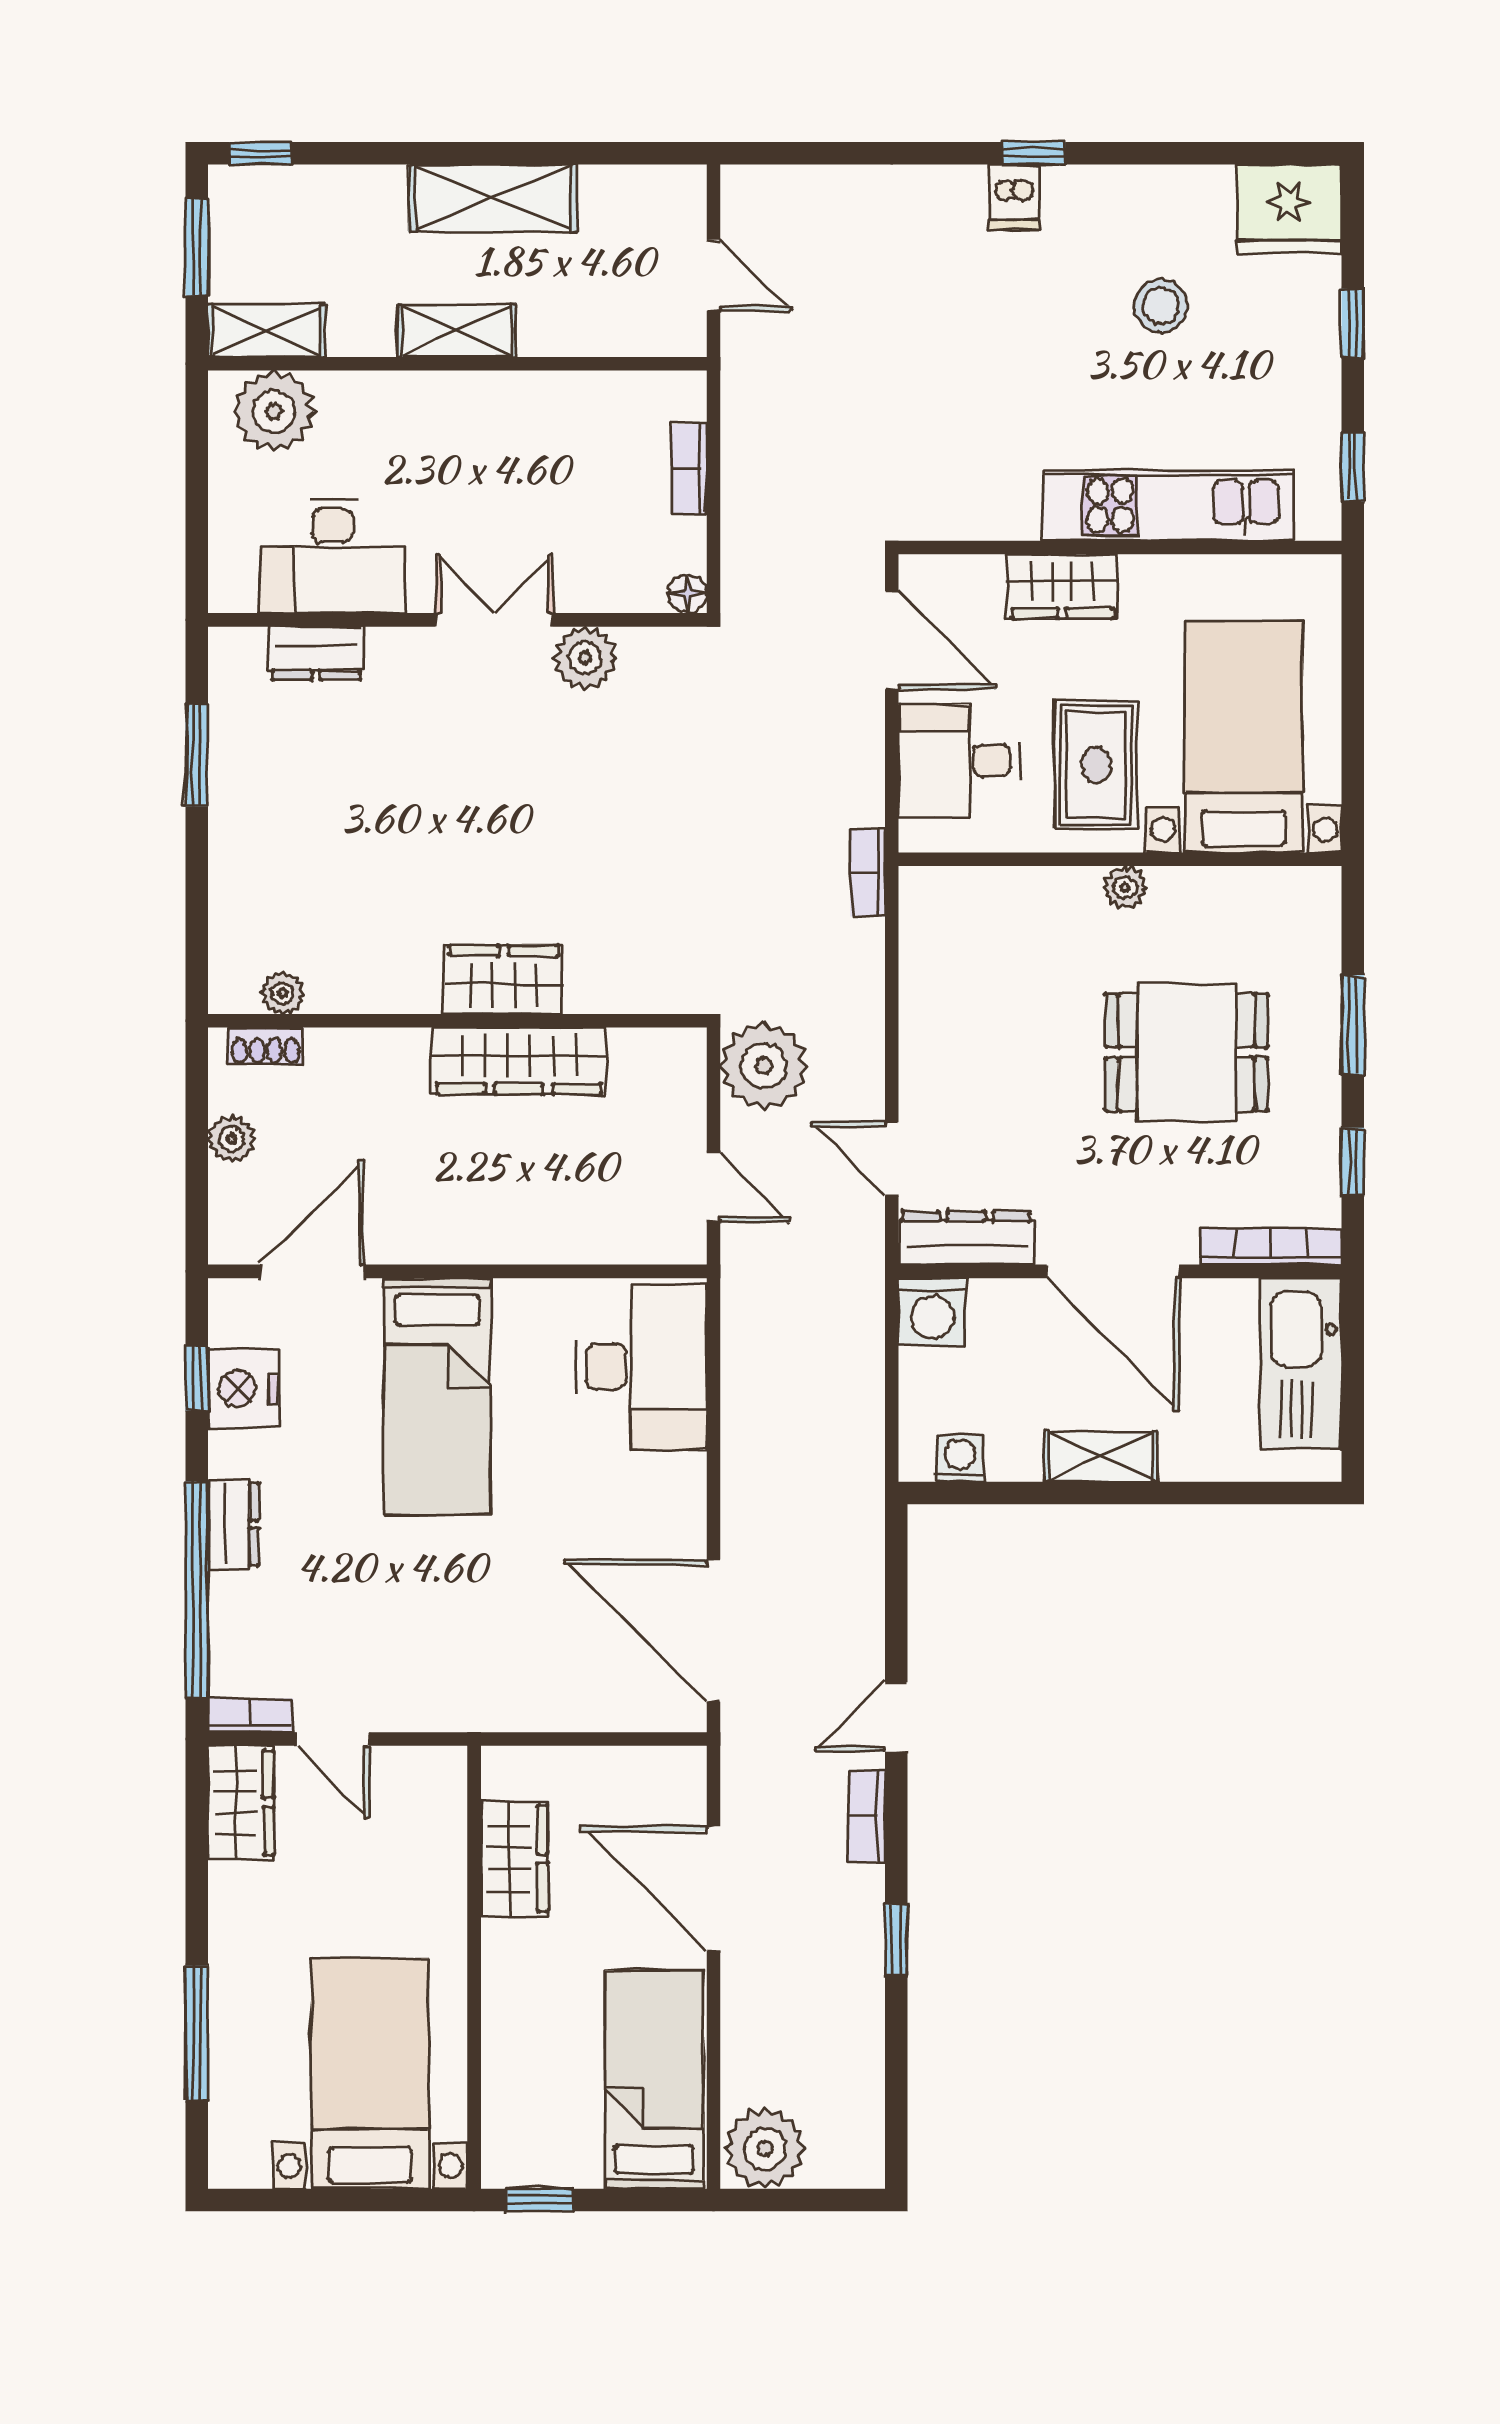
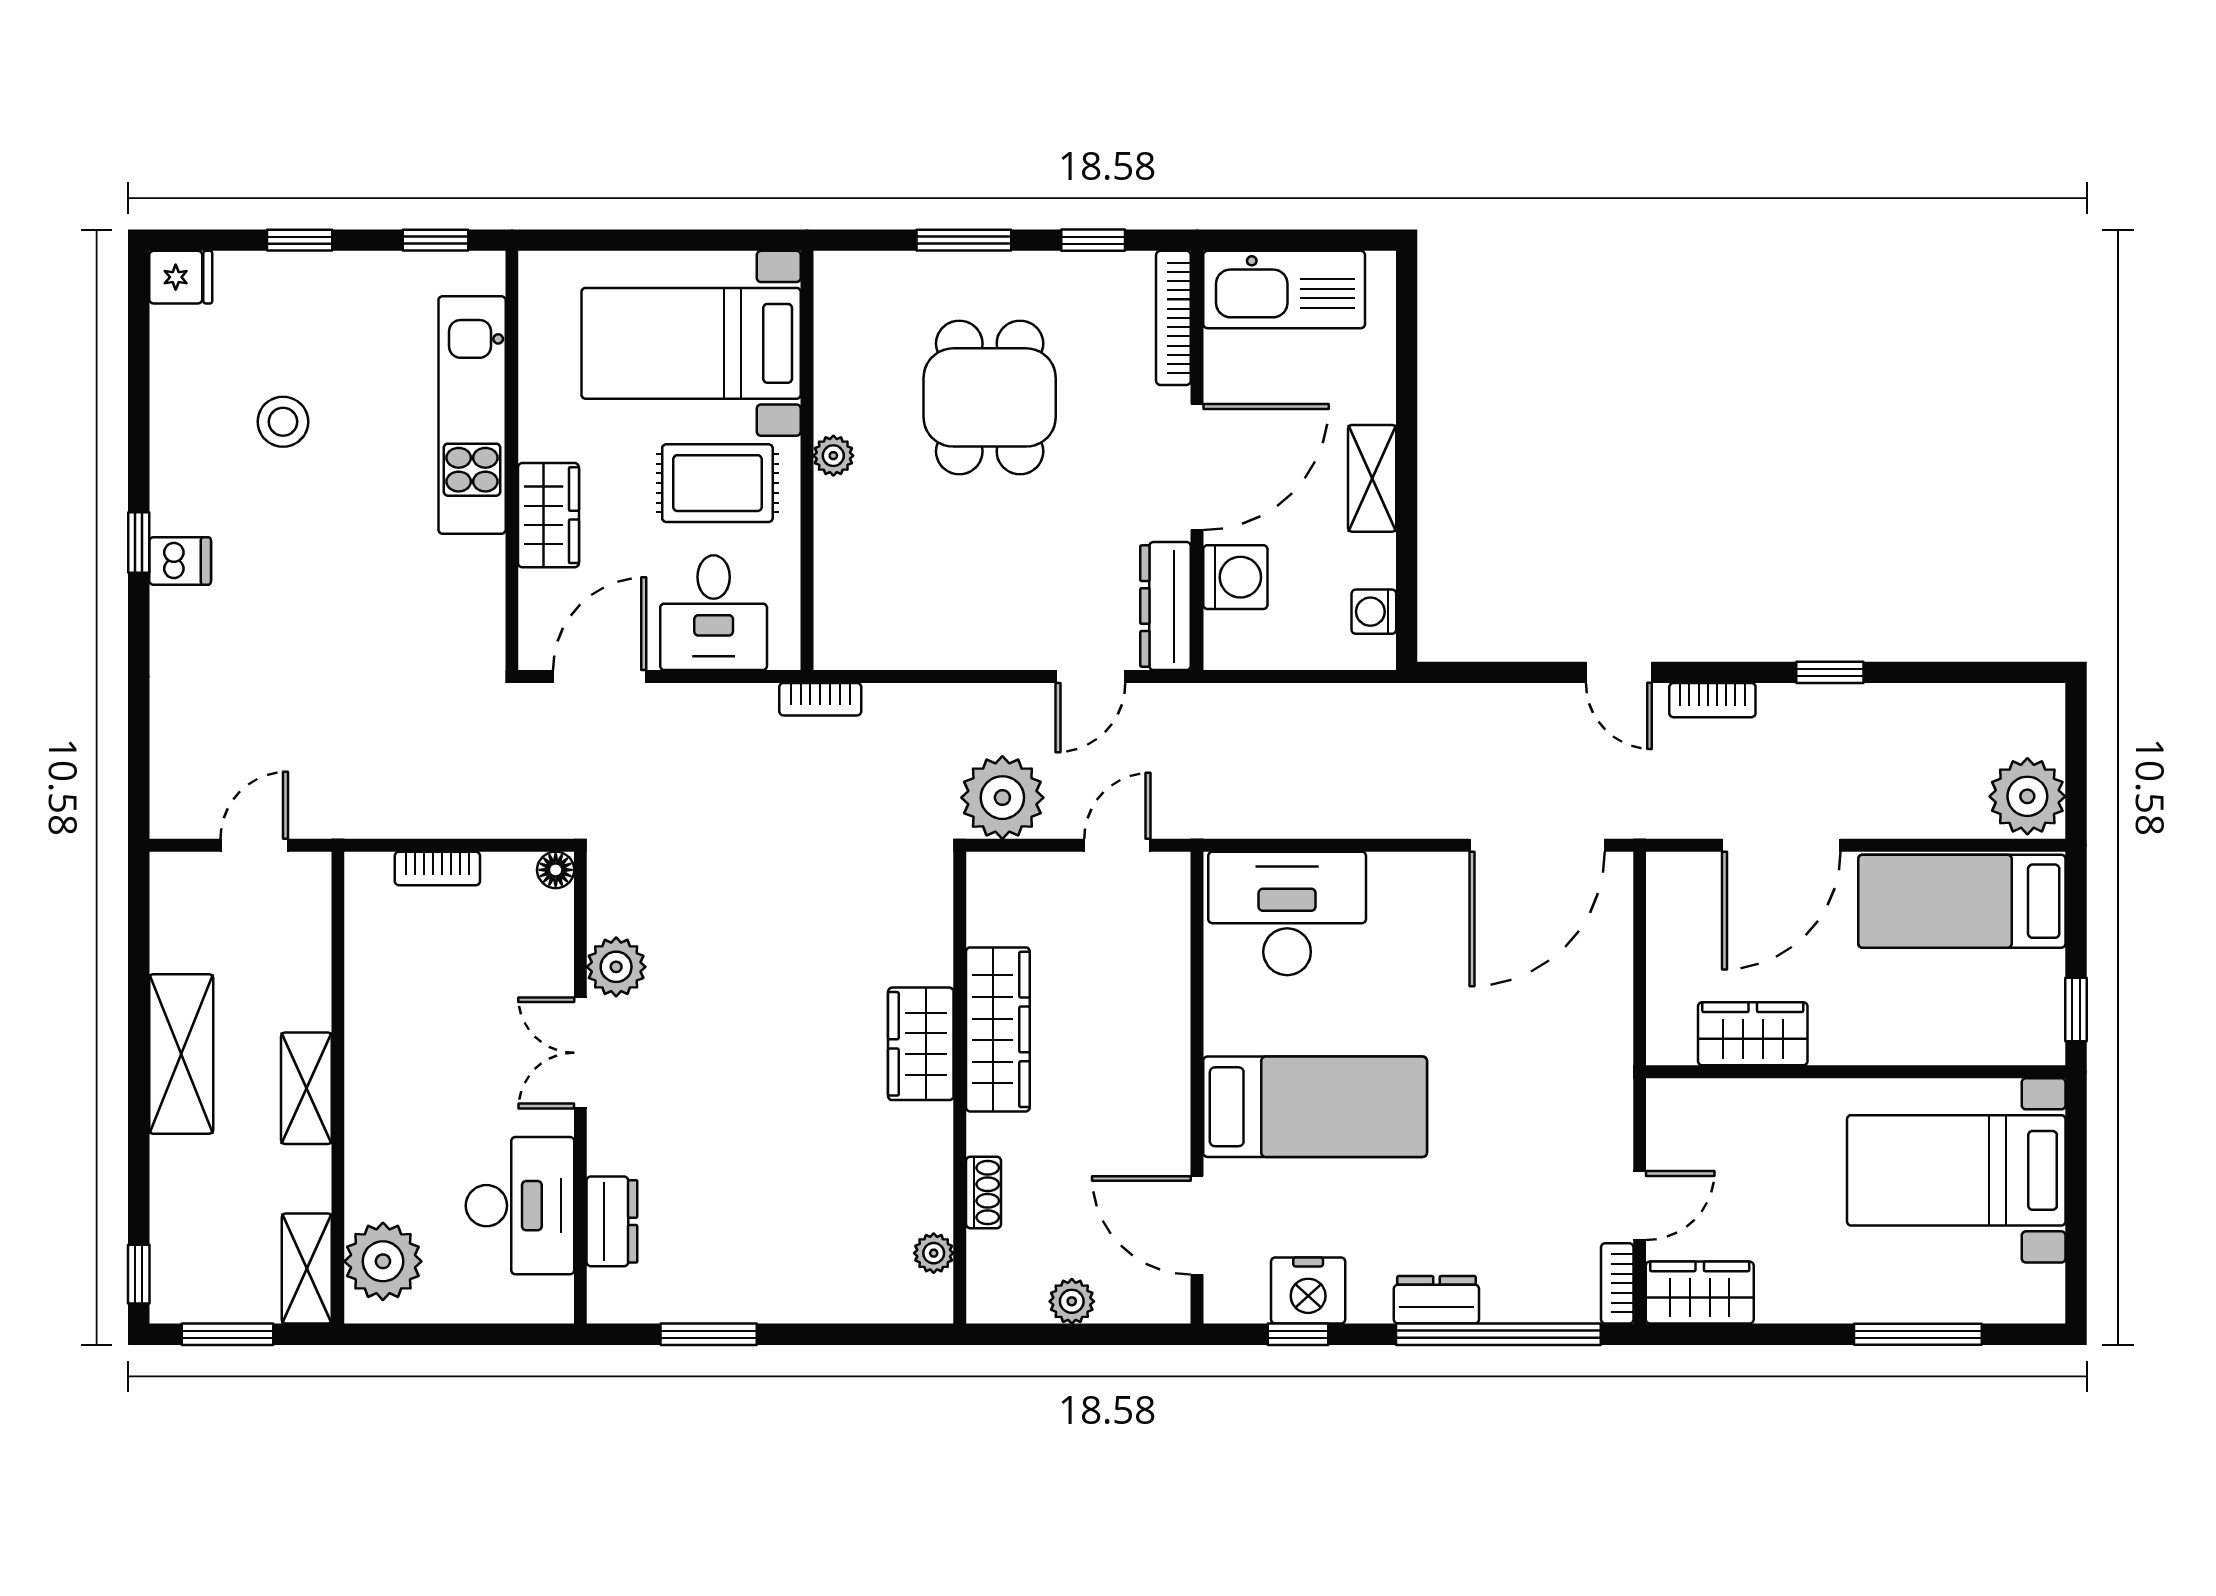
fridge: (1289, 209) -> (181, 277), width x0.53, depth x0.75
shoe rack: (266, 1046) -> (984, 1192), moved
washing machine: (932, 1312) -> (1235, 577), moved

